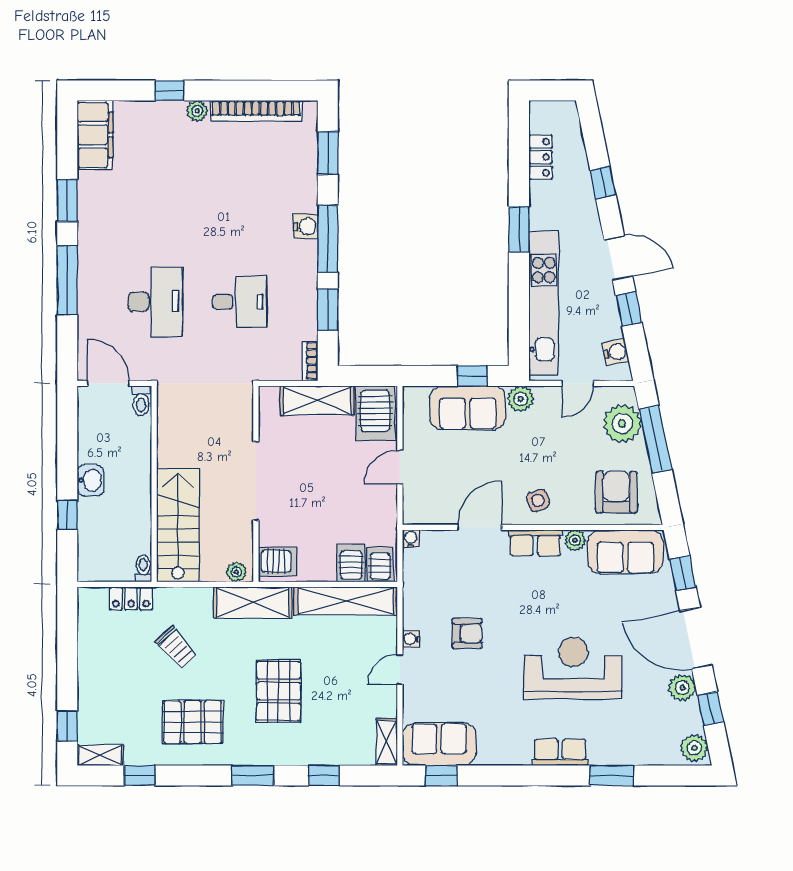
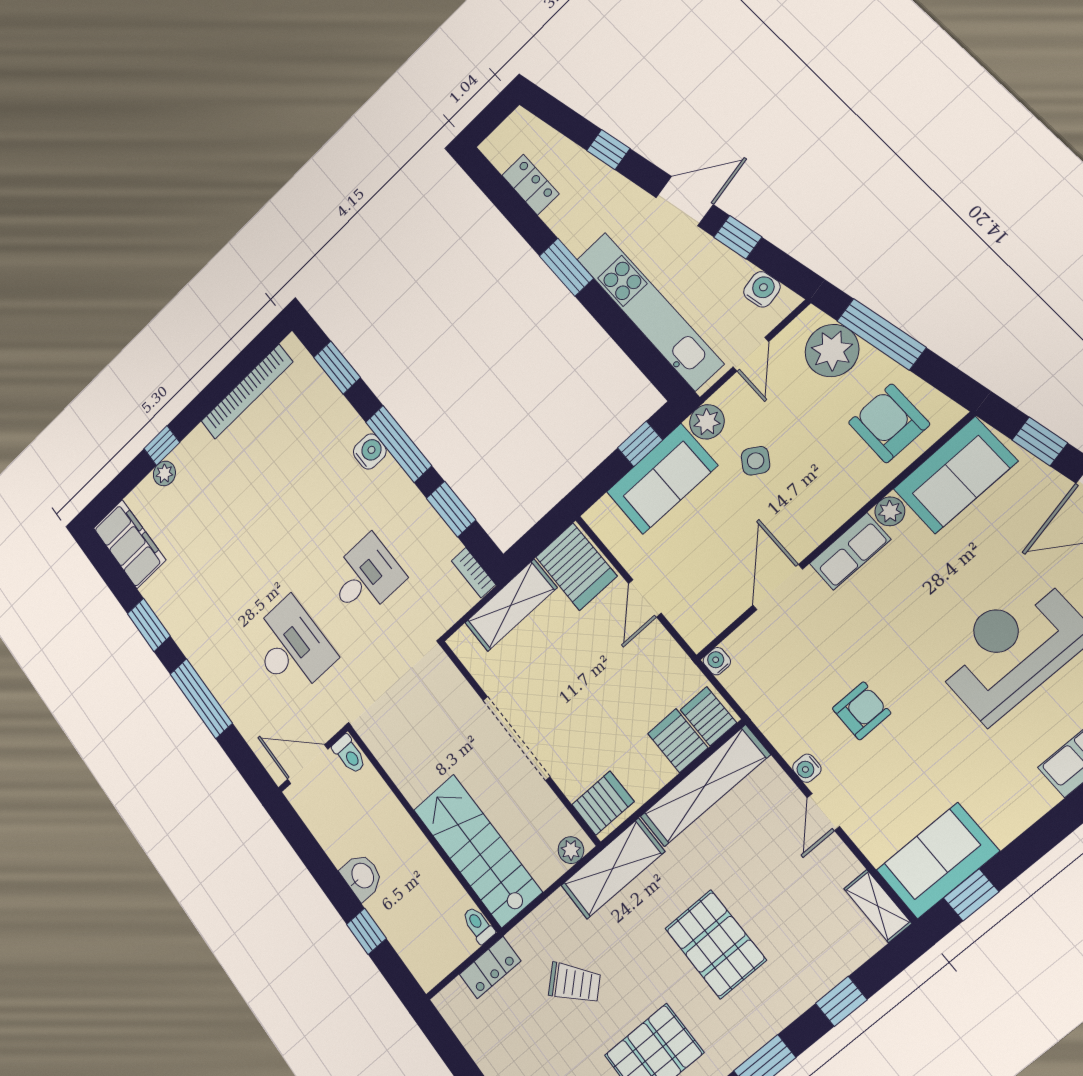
plant: (197, 111) -> (164, 473), moved
side table: (538, 500) -> (756, 461), moved, turned -37

